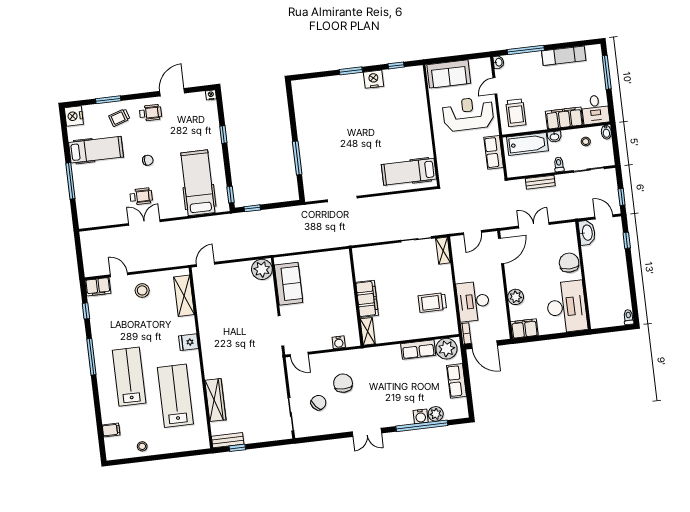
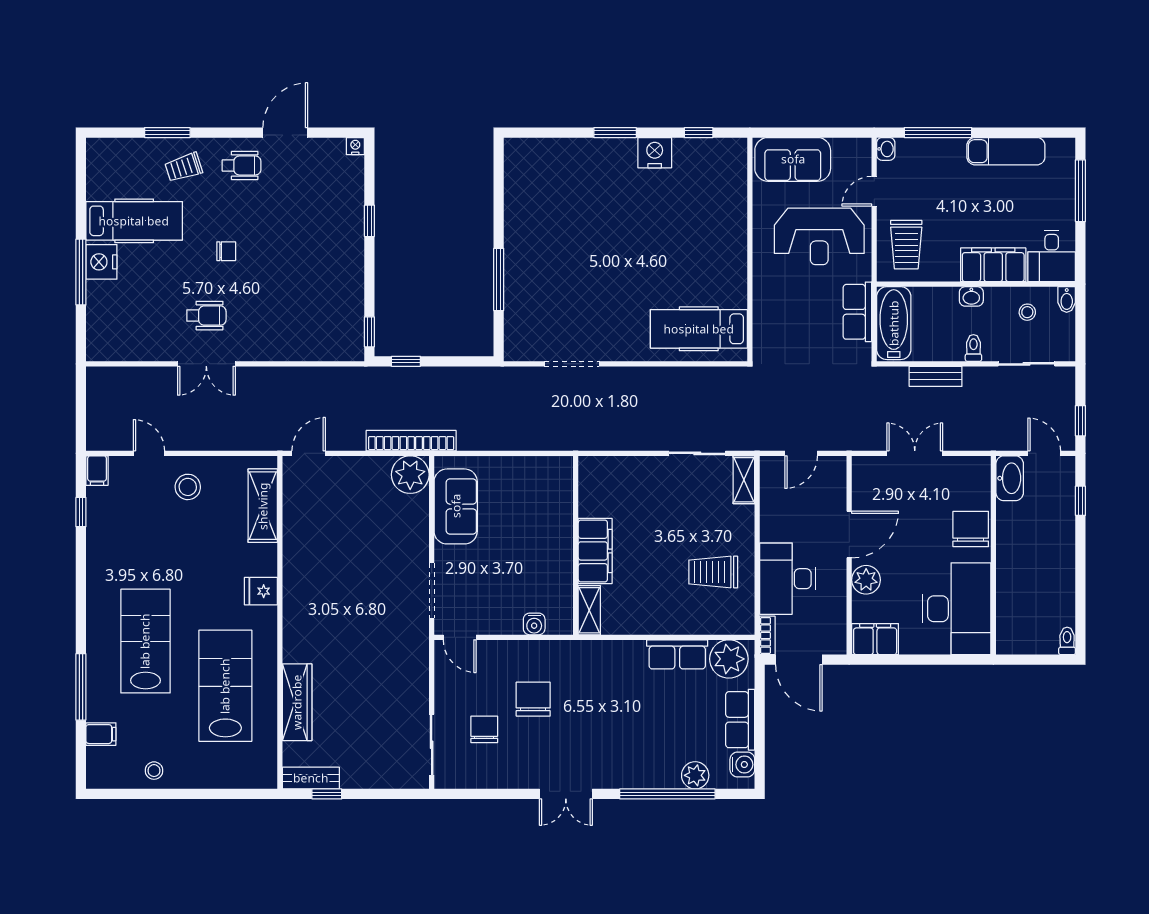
reception desk: (468, 114) -> (819, 236), turned 180
nightstand: (74, 116) -> (101, 262), moved
bathtub: (528, 144) -> (894, 323), moved, turned -90
hospital bed: (198, 183) -> (312, 303), removed
double door: (144, 223) -> (206, 364), swing flipped
bookcase: (260, 251) -> (411, 441), added
door: (501, 251) -> (849, 535), moved
filing cabinet: (98, 287) -> (97, 471), width x0.50
window: (91, 357) -> (81, 687), moved
chair: (318, 403) -> (484, 729), turned -50
water cooler: (421, 416) -> (742, 765), moved, turned -90

